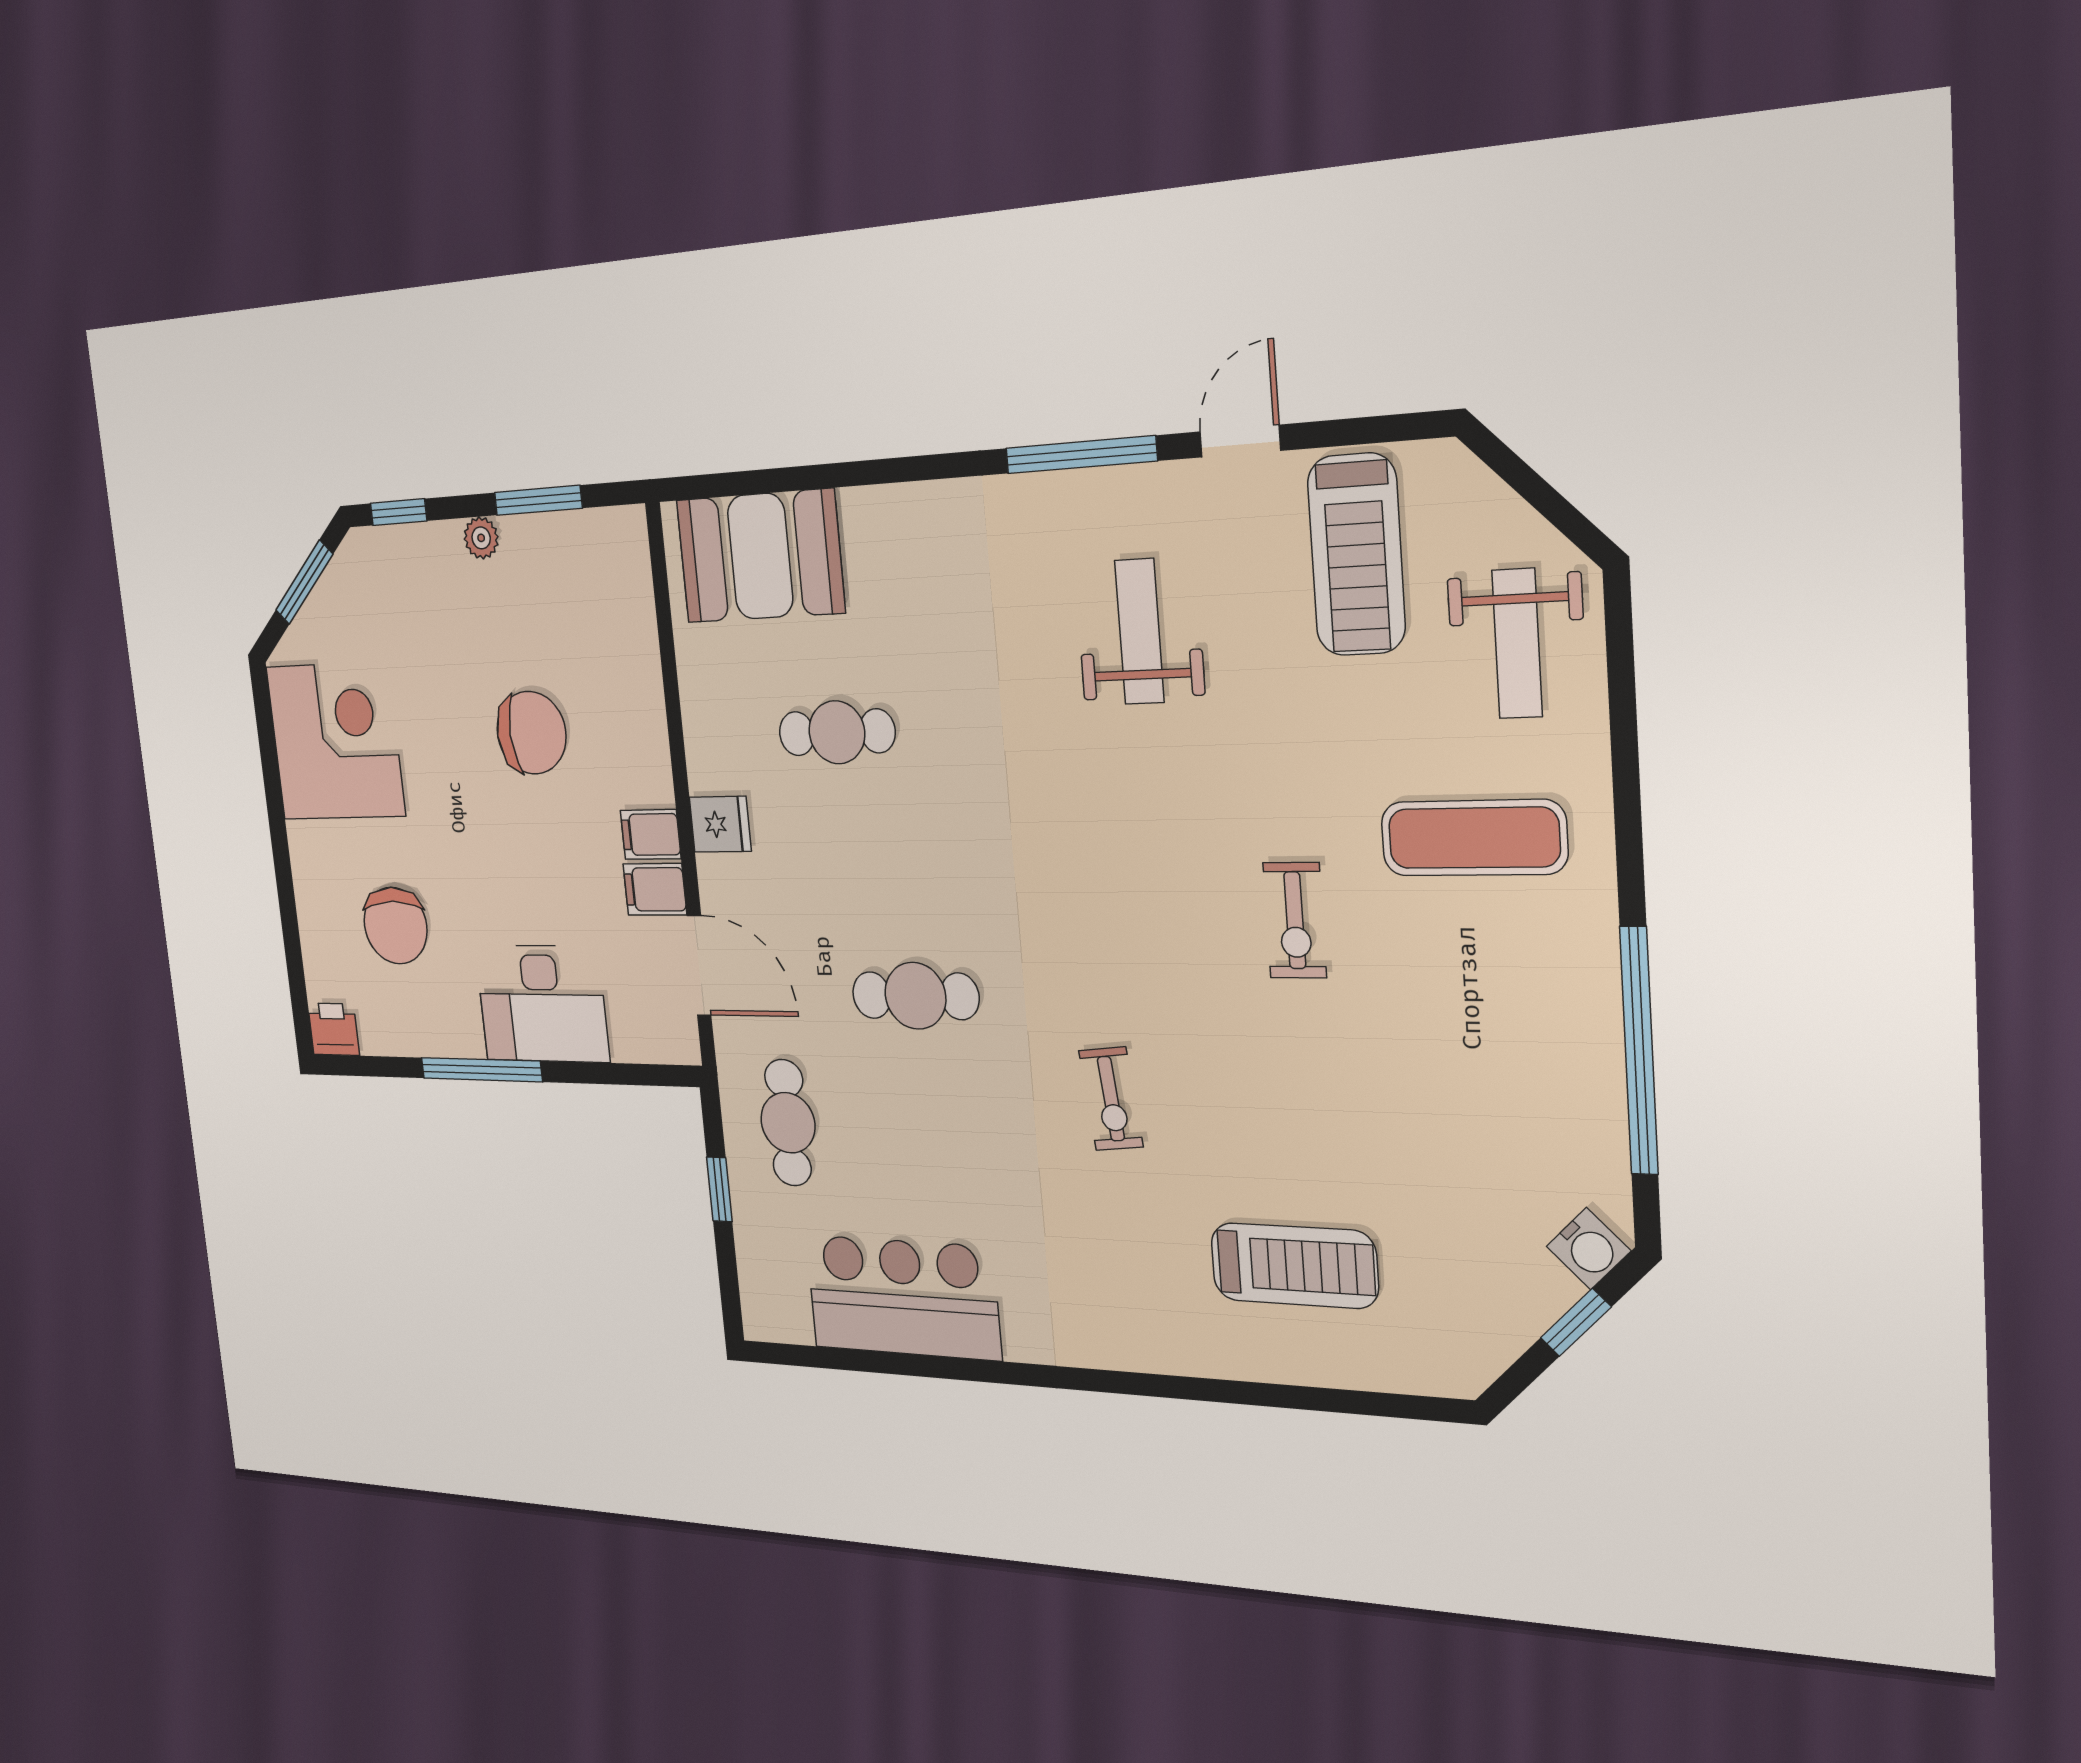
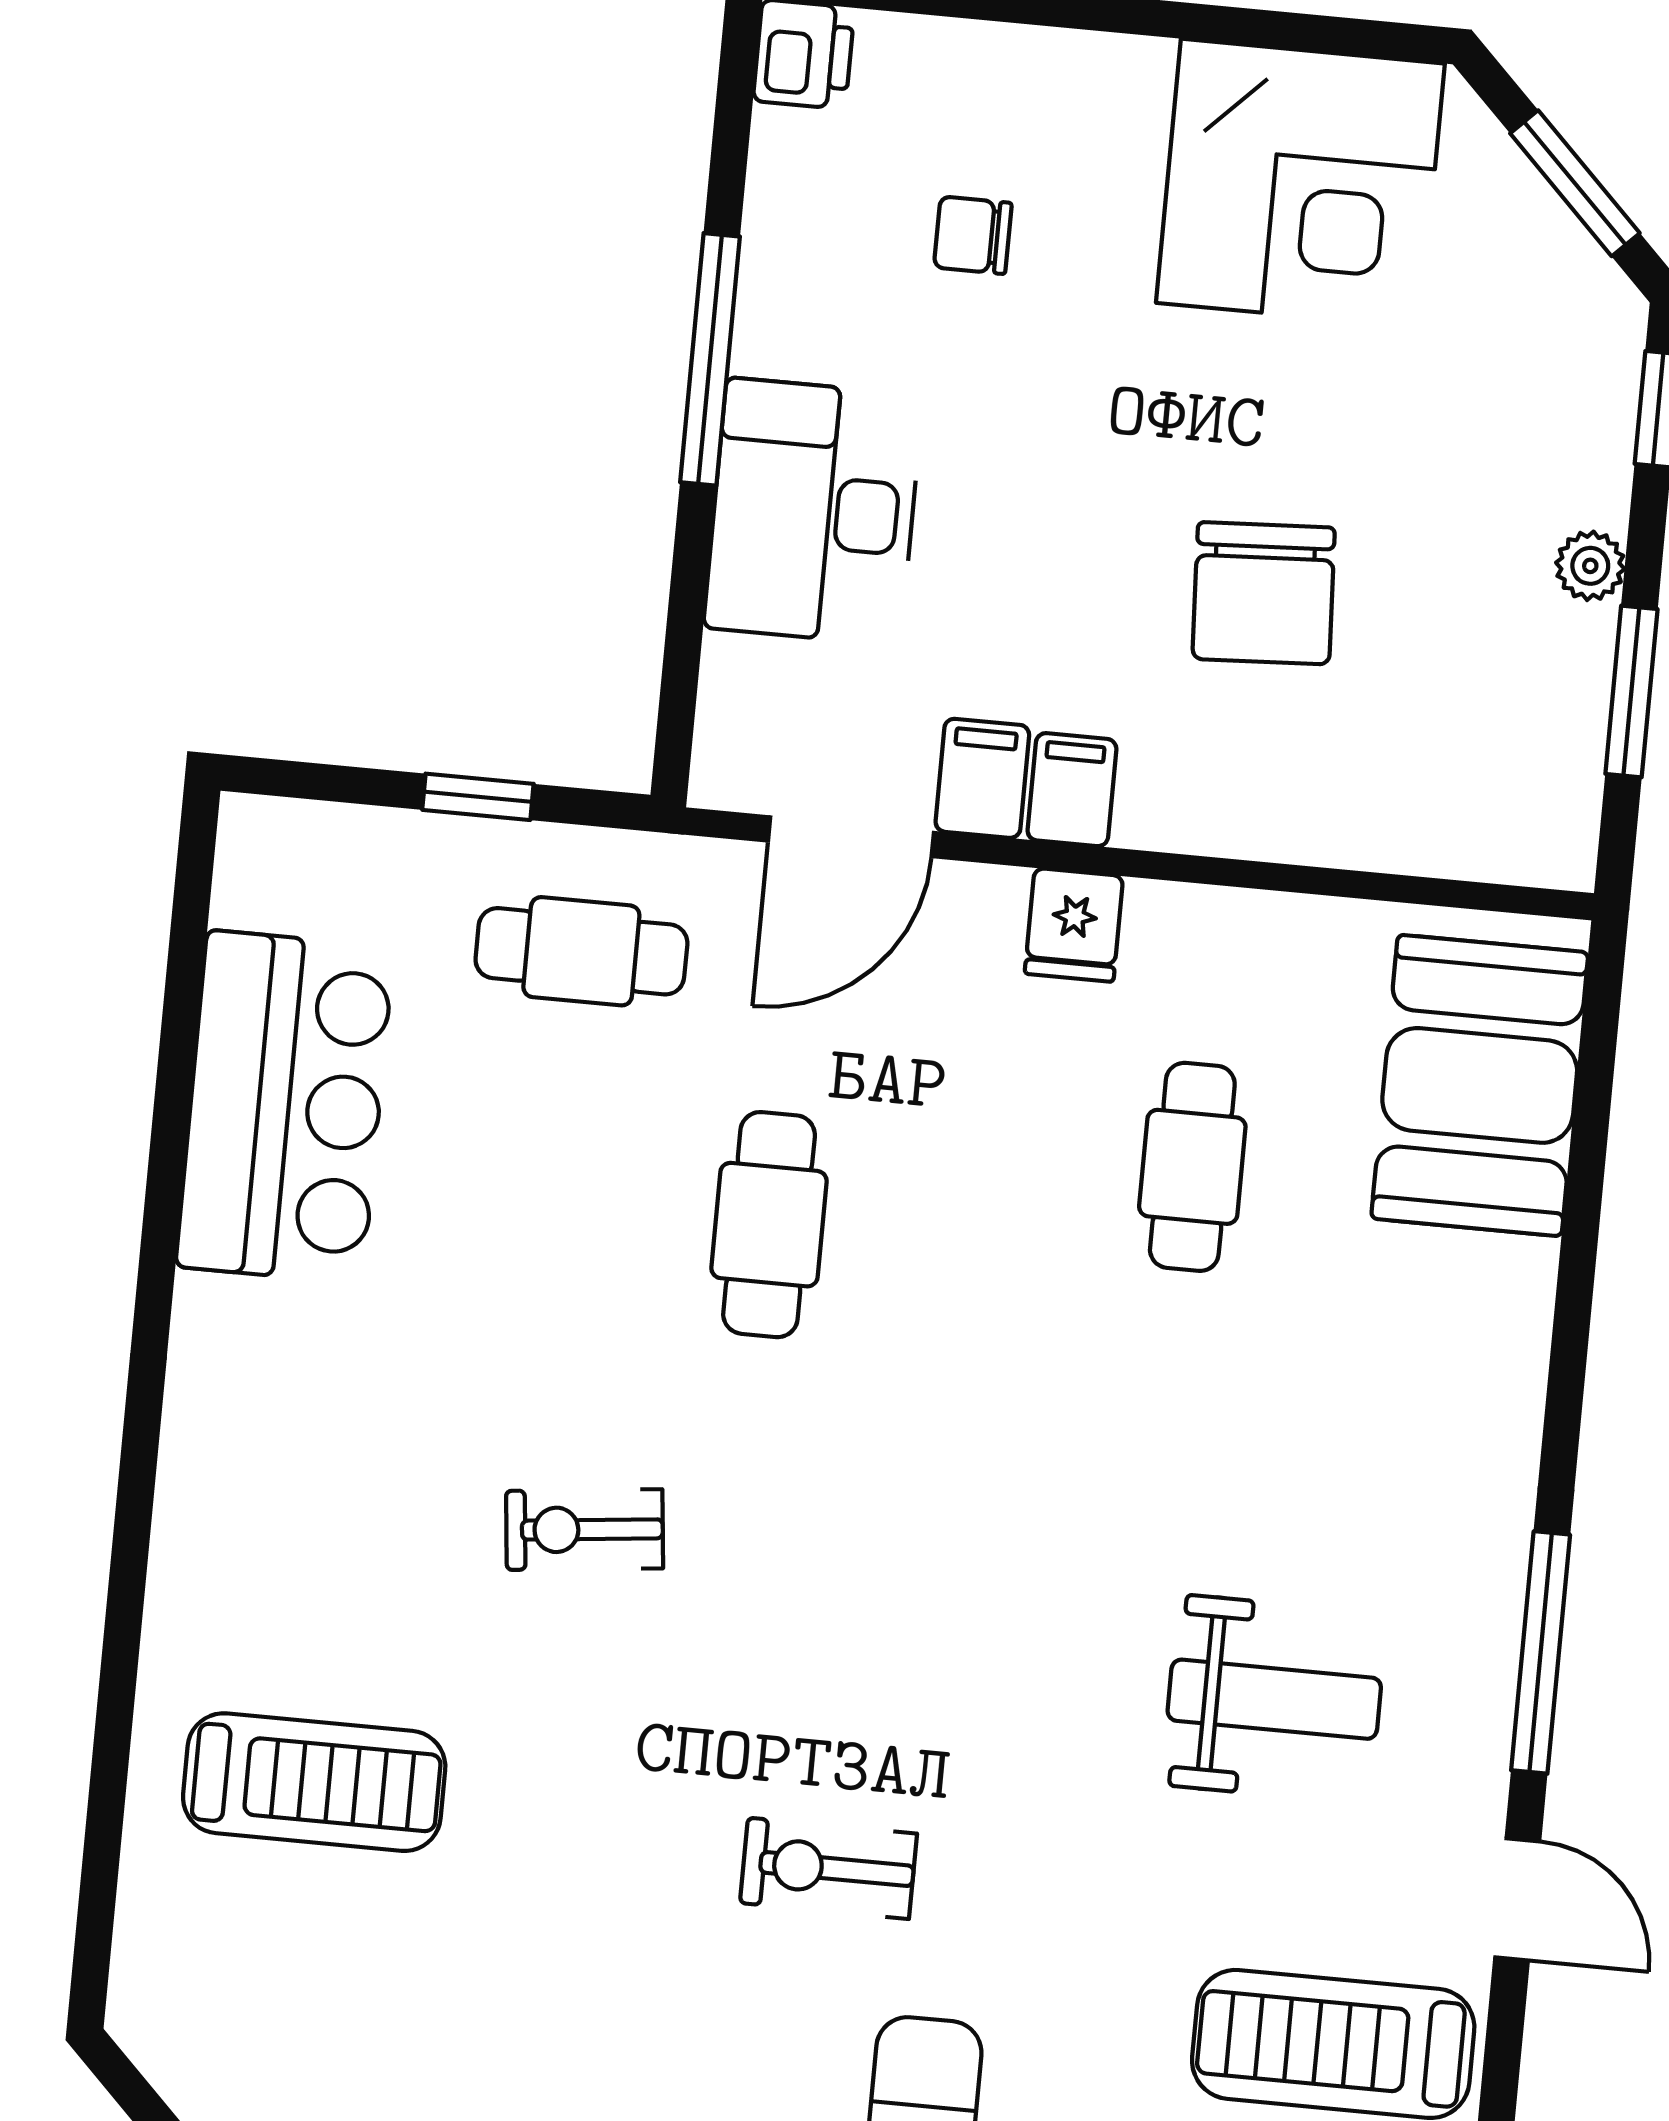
chair: (395, 926) -> (973, 235), width x0.54, depth x0.54
treadmill: (1294, 1266) -> (314, 1782), turned -90

